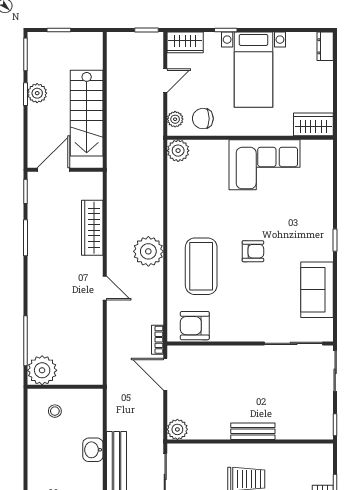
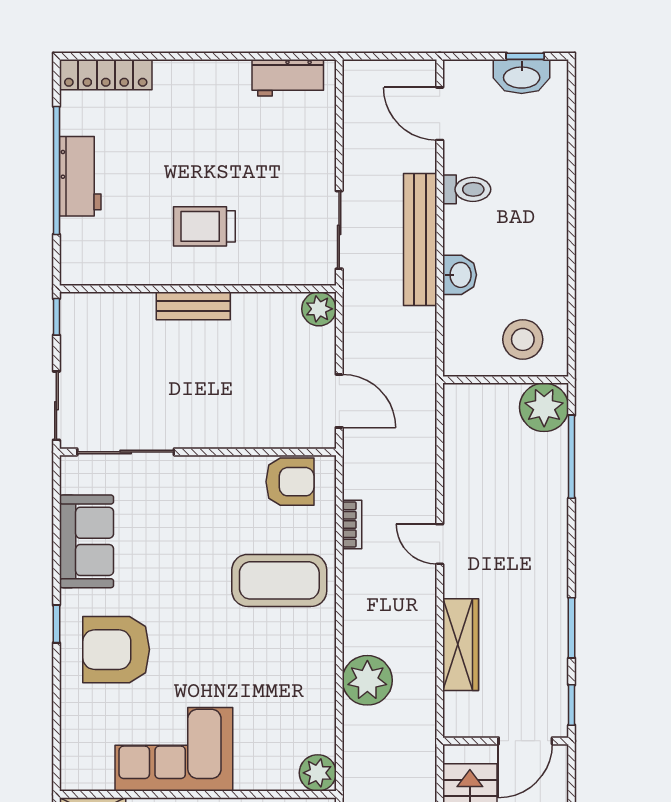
plant: (148, 251) -> (367, 680), moved
armchair: (253, 251) -> (116, 650), moved, width x1.88, depth x1.88
coffee table: (201, 266) -> (279, 580), turned 90
bookcase: (157, 340) -> (352, 524), moved
stool: (55, 411) -> (523, 339), width x1.89, depth x1.89

